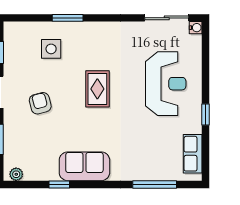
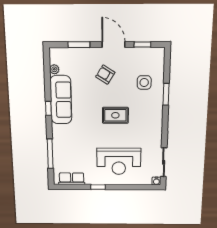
armchair: (40, 103) -> (105, 75), turned -133
sofa: (84, 166) -> (61, 100), width x1.36
plant: (16, 174) -> (54, 69), moved
window: (59, 184) -> (48, 108), moved

